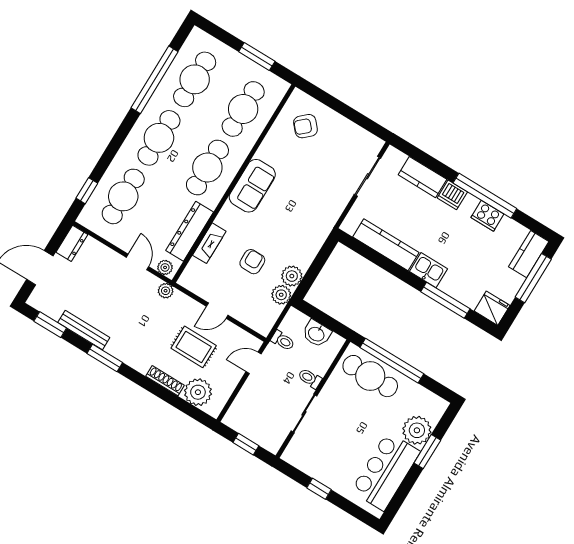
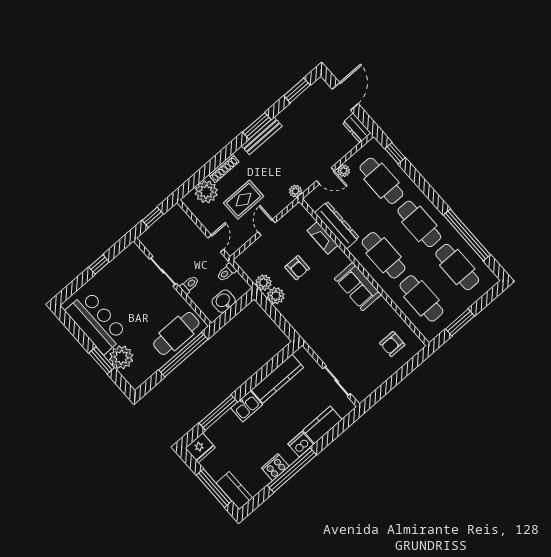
armchair: (305, 126) -> (392, 344), turned -138
plant: (165, 267) -> (344, 171), moved
bench: (84, 330) -> (262, 136), moved

